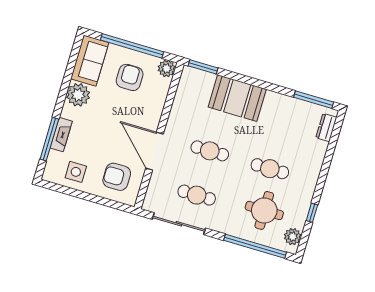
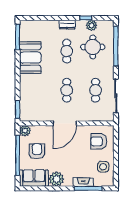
armchair: (130, 77) -> (37, 151), turned 90
booth: (237, 98) -> (30, 58), moved
dresser: (326, 127) -> (67, 25), moved
door: (154, 151) -> (65, 123), moved
armchair: (117, 177) -> (99, 141), turned 90
plant: (293, 237) -> (92, 25), moved

